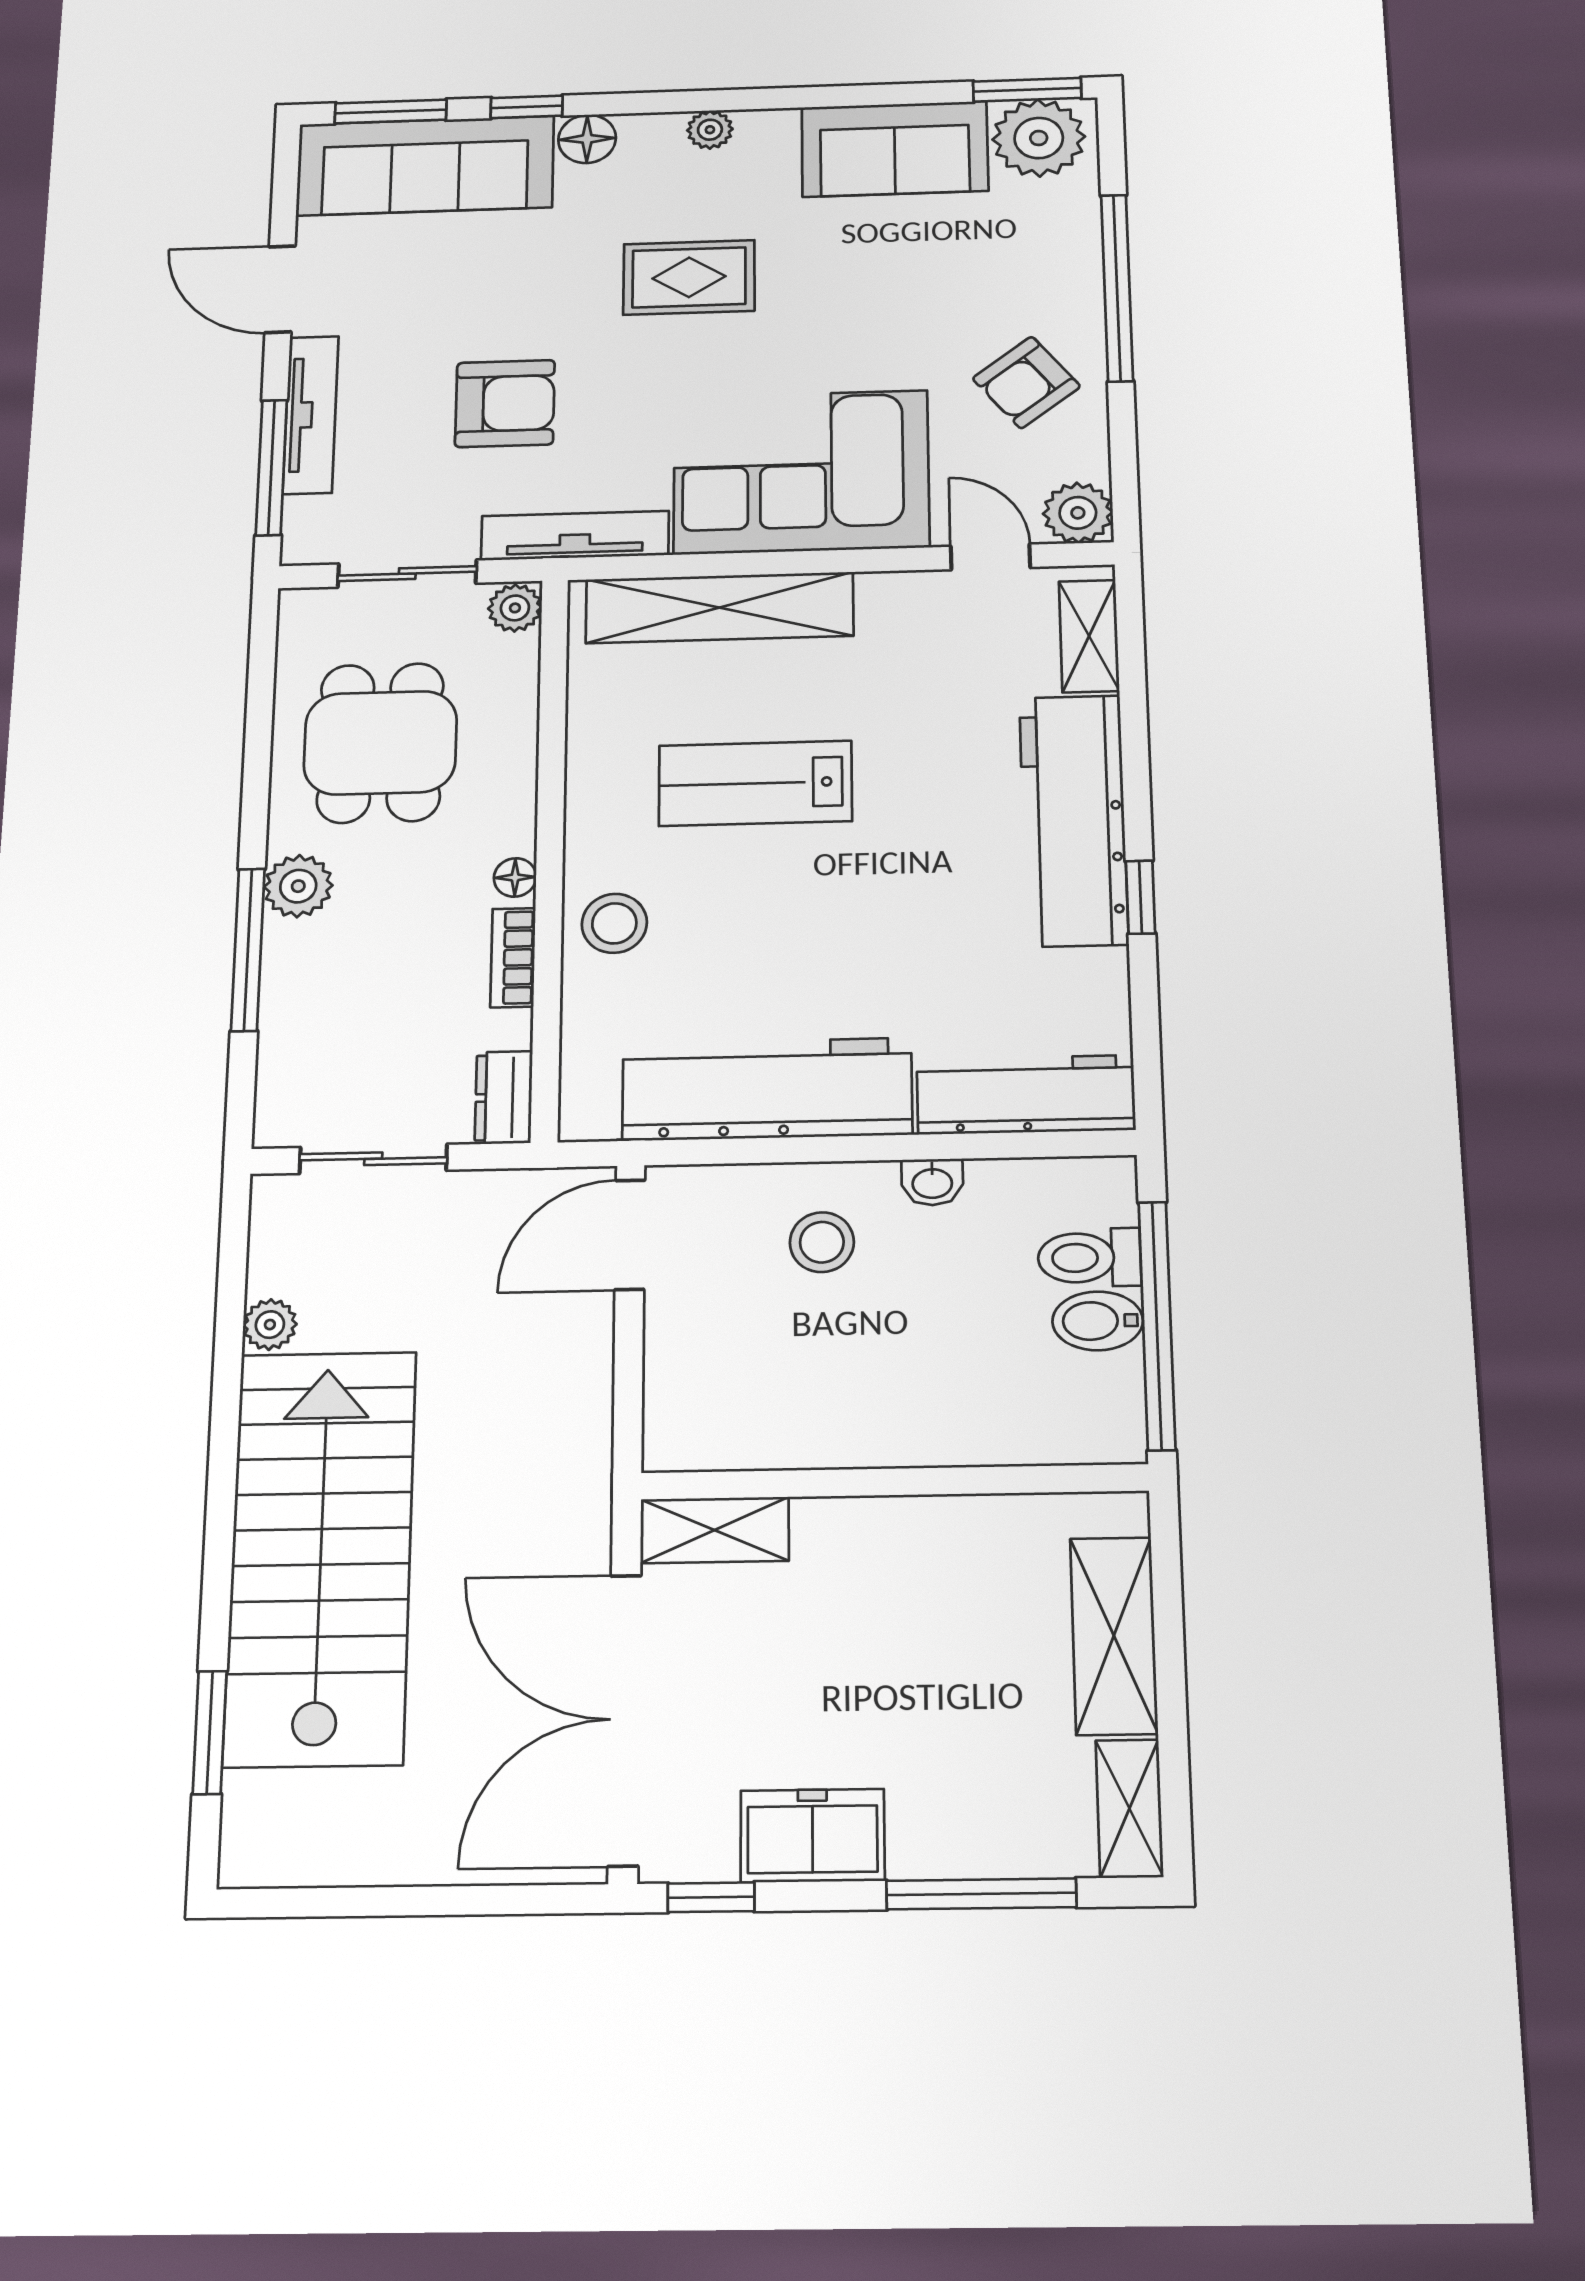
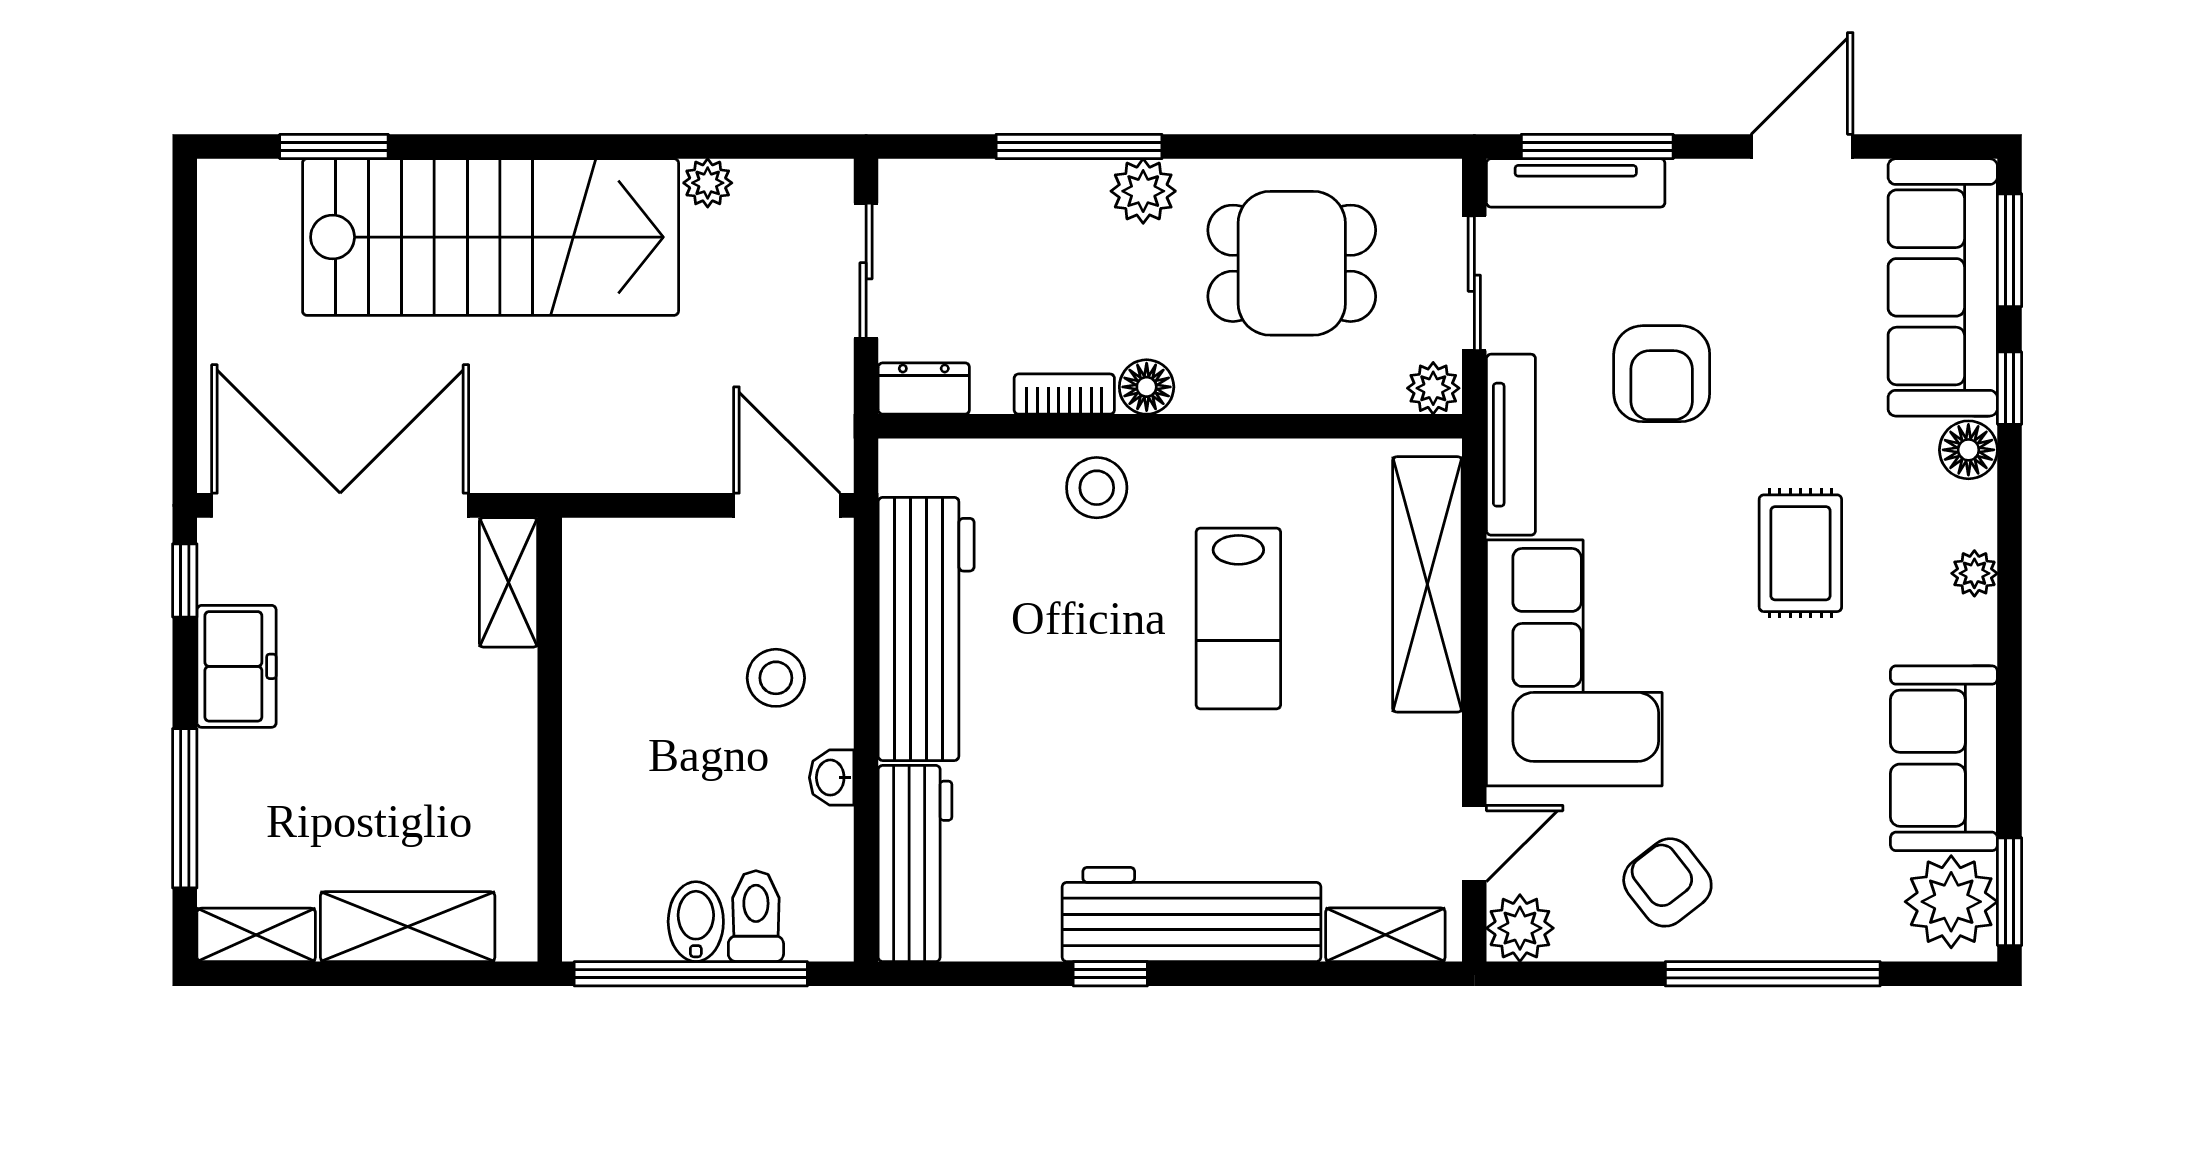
tv unit: (311, 415) -> (1576, 183), moved
lab bench: (755, 783) -> (1238, 618), turned 180
floor lamp: (515, 877) -> (1147, 387), width x1.37, depth x1.37

